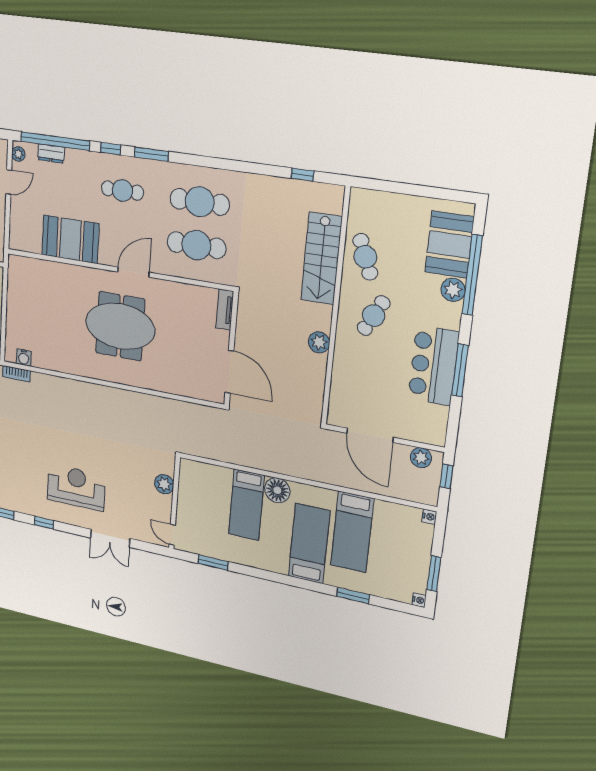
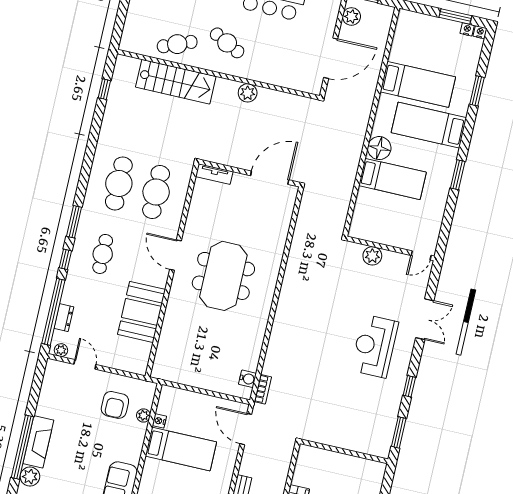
nightstand: (429, 517) -> (467, 29), moved
window: (213, 563) -> (458, 175), moved

